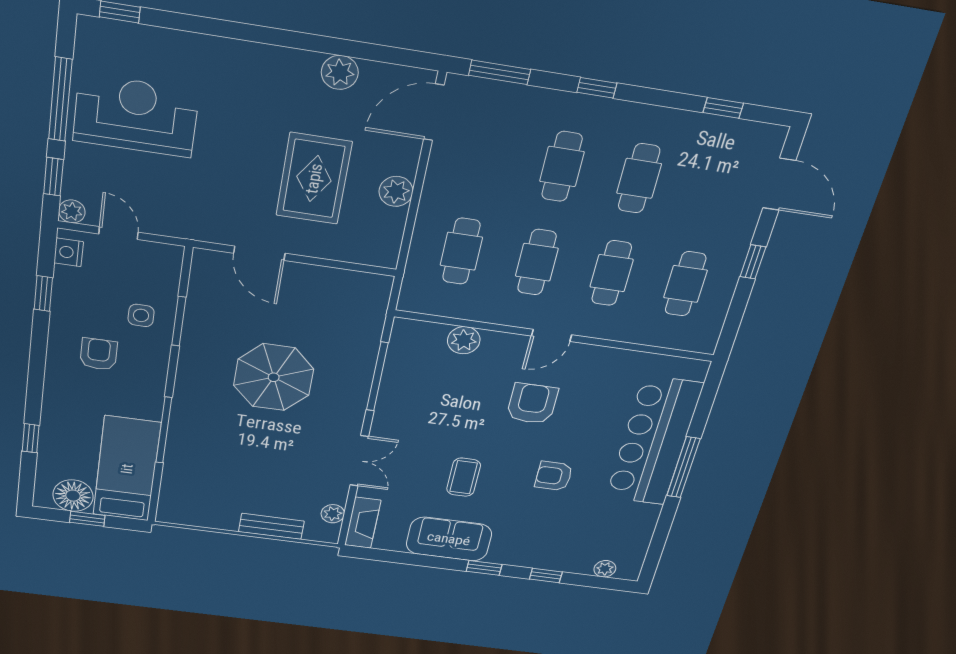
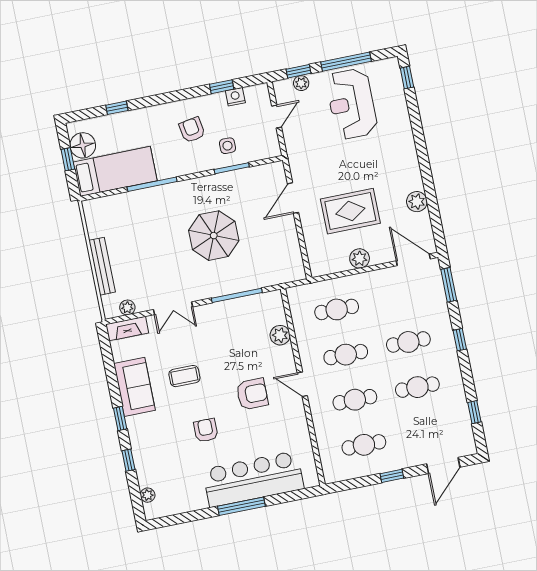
reception desk: (136, 116) -> (352, 104), turned 180
plant: (72, 211) -> (301, 83), moved
nightstand: (69, 252) -> (235, 97), moved
armchair: (99, 354) -> (192, 130), turned -100
bench: (271, 526) -> (102, 266), width x1.36

